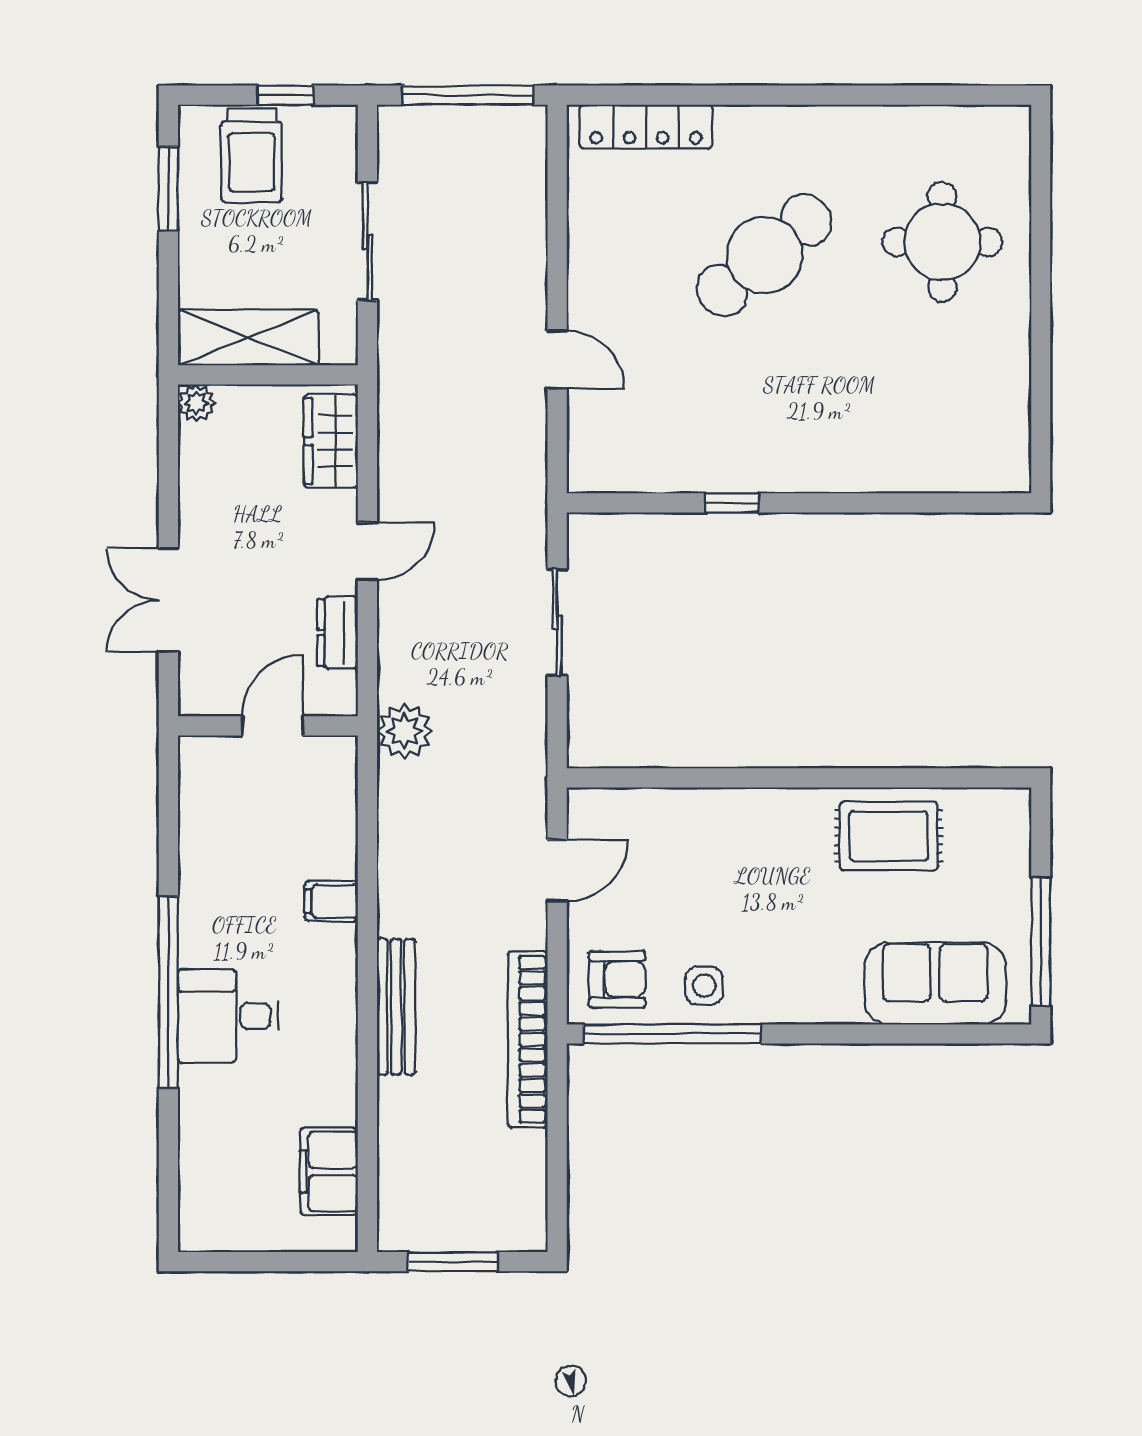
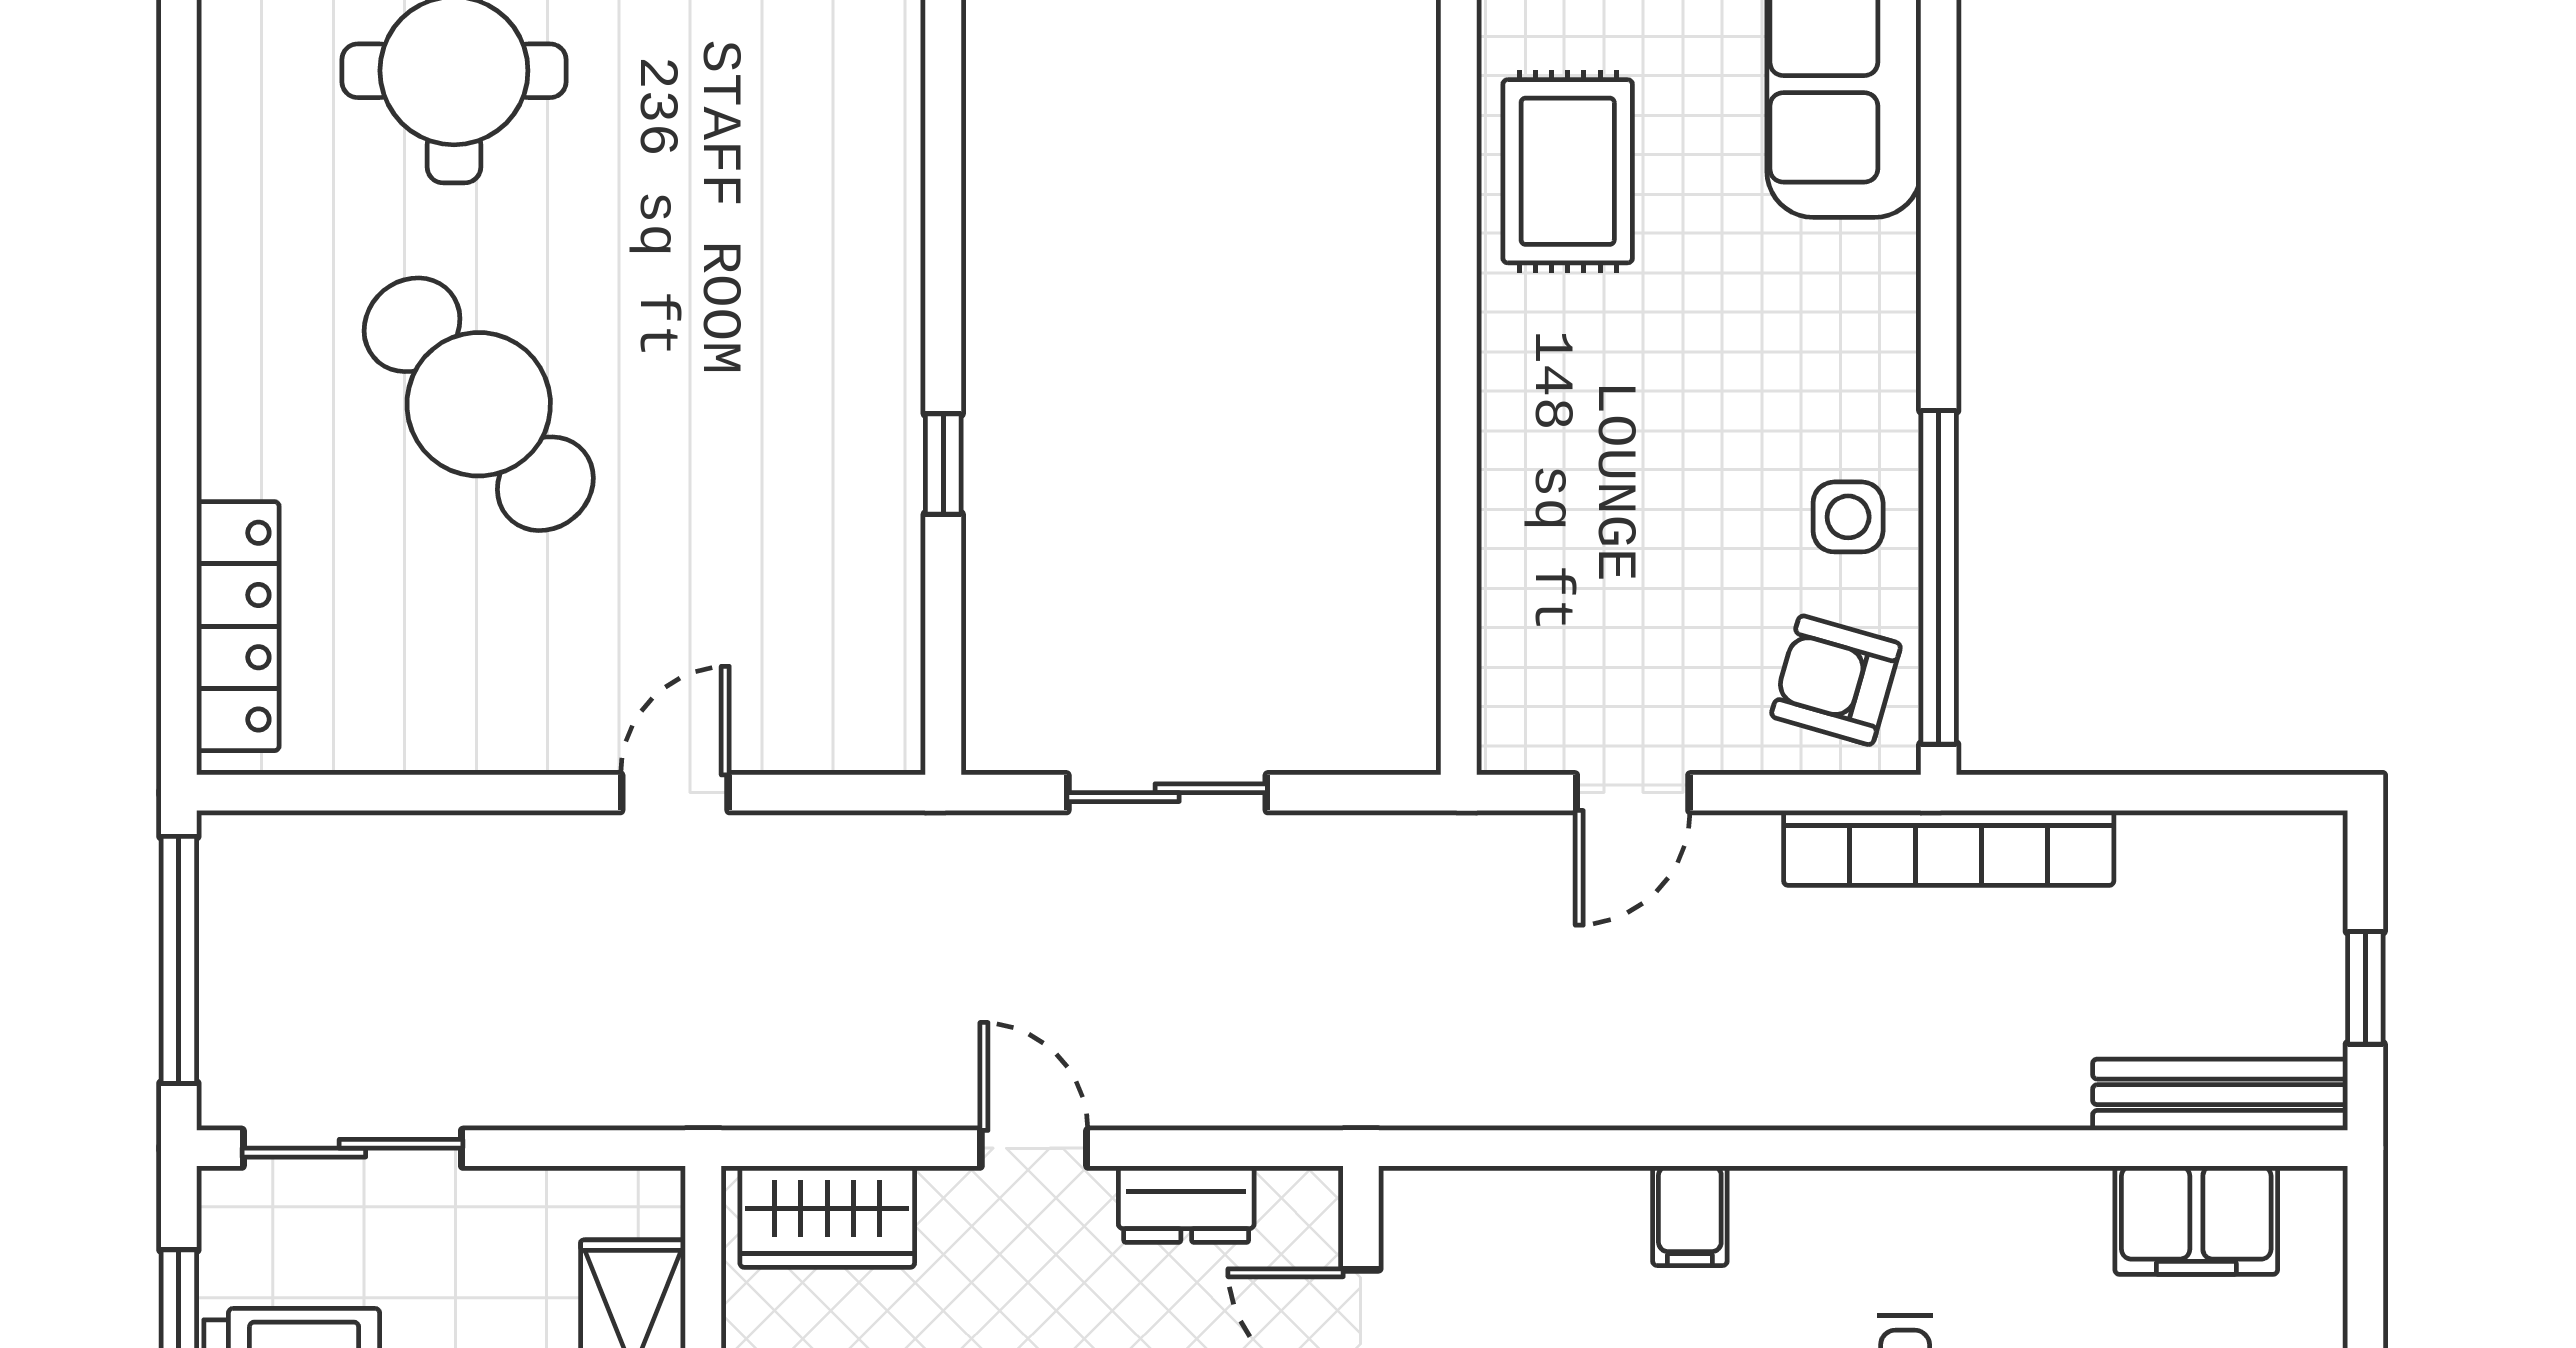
sliding door: (367, 242) -> (352, 1148), moved
plant: (405, 731) -> (1371, 1079), removed
door: (557, 871) -> (1633, 793), swing flipped
armchair: (617, 979) -> (1836, 680), turned -74
bench: (396, 1007) -> (2220, 1095), moved
window: (453, 1262) -> (2365, 988), width x0.67

